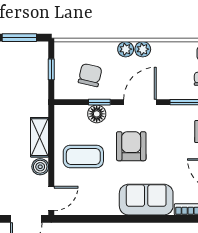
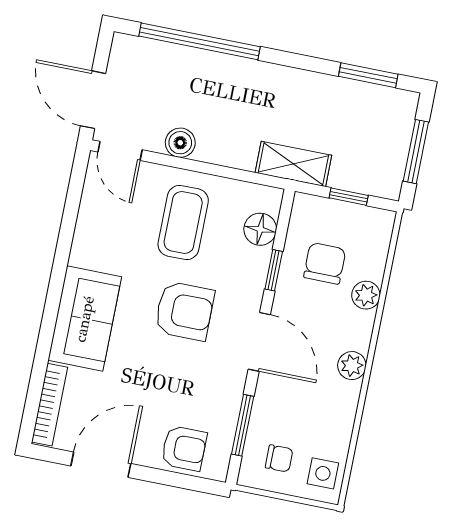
plant: (126, 49) -> (366, 295), moved
chair: (90, 75) -> (325, 263), turned -103
floor lamp: (97, 114) -> (260, 229), moved
shelving: (39, 137) -> (293, 164), moved

